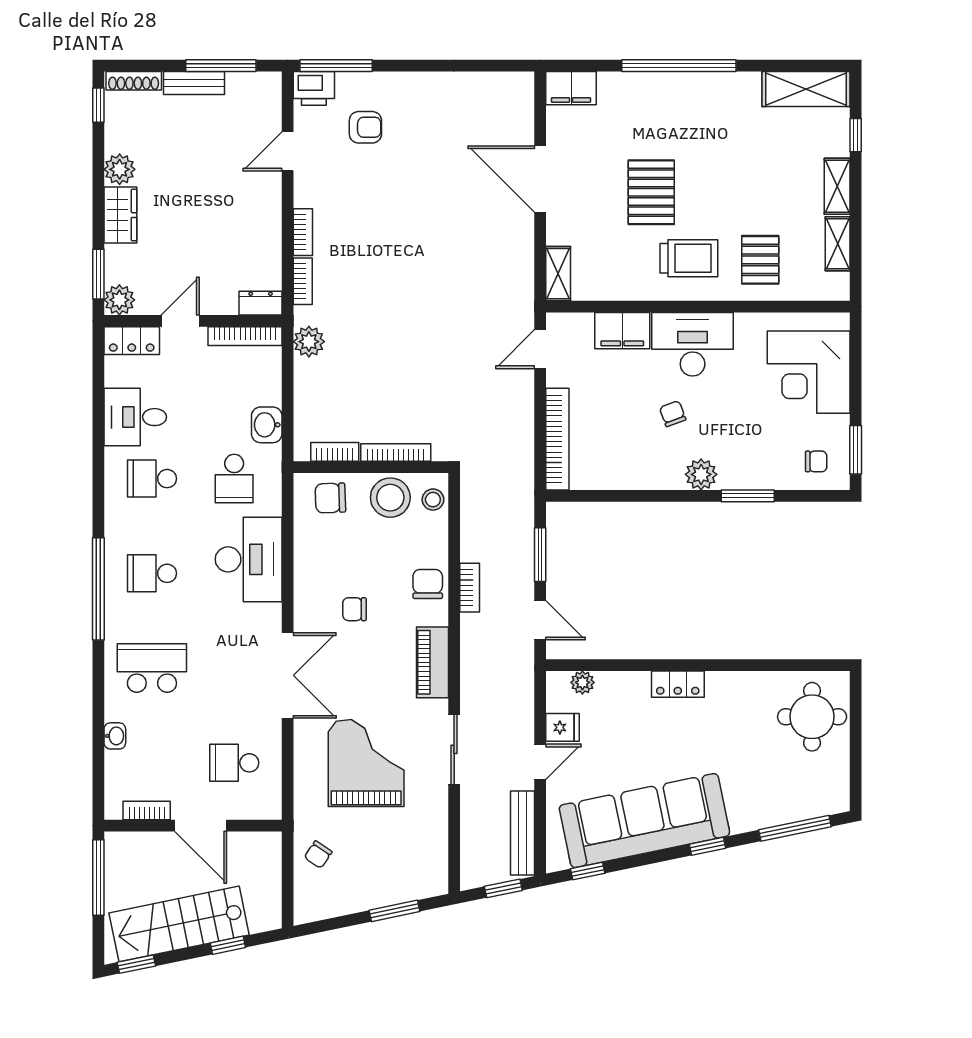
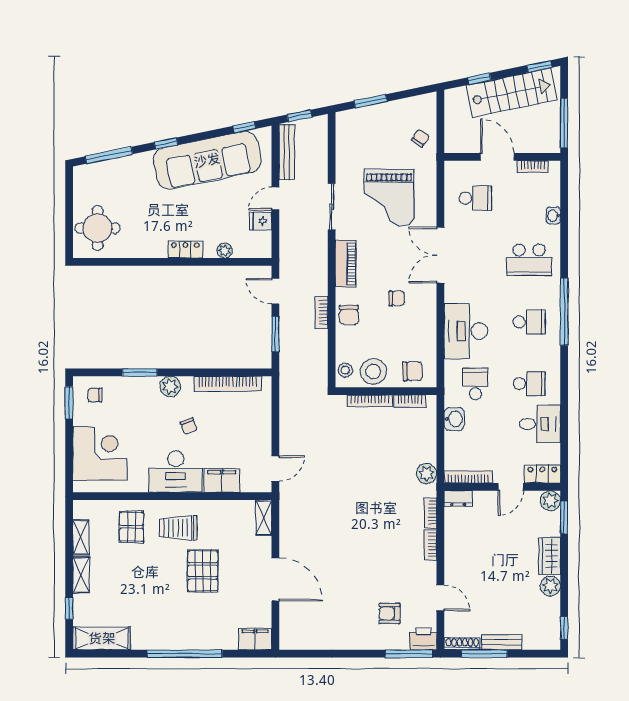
shoe rack: (134, 81) -> (462, 644), moved
door: (288, 151) -> (440, 598), hinge flipped
bookcase: (557, 439) -> (228, 384), moved, turned -90
plant: (582, 682) -> (225, 251), moved

